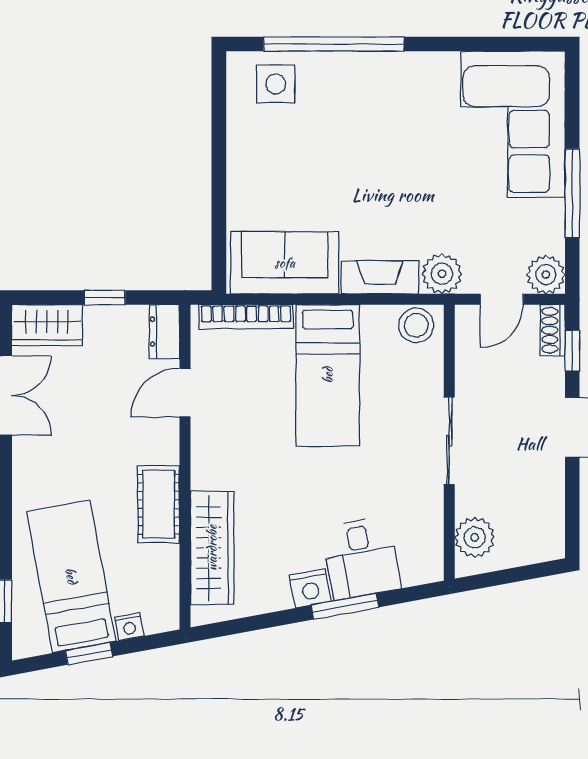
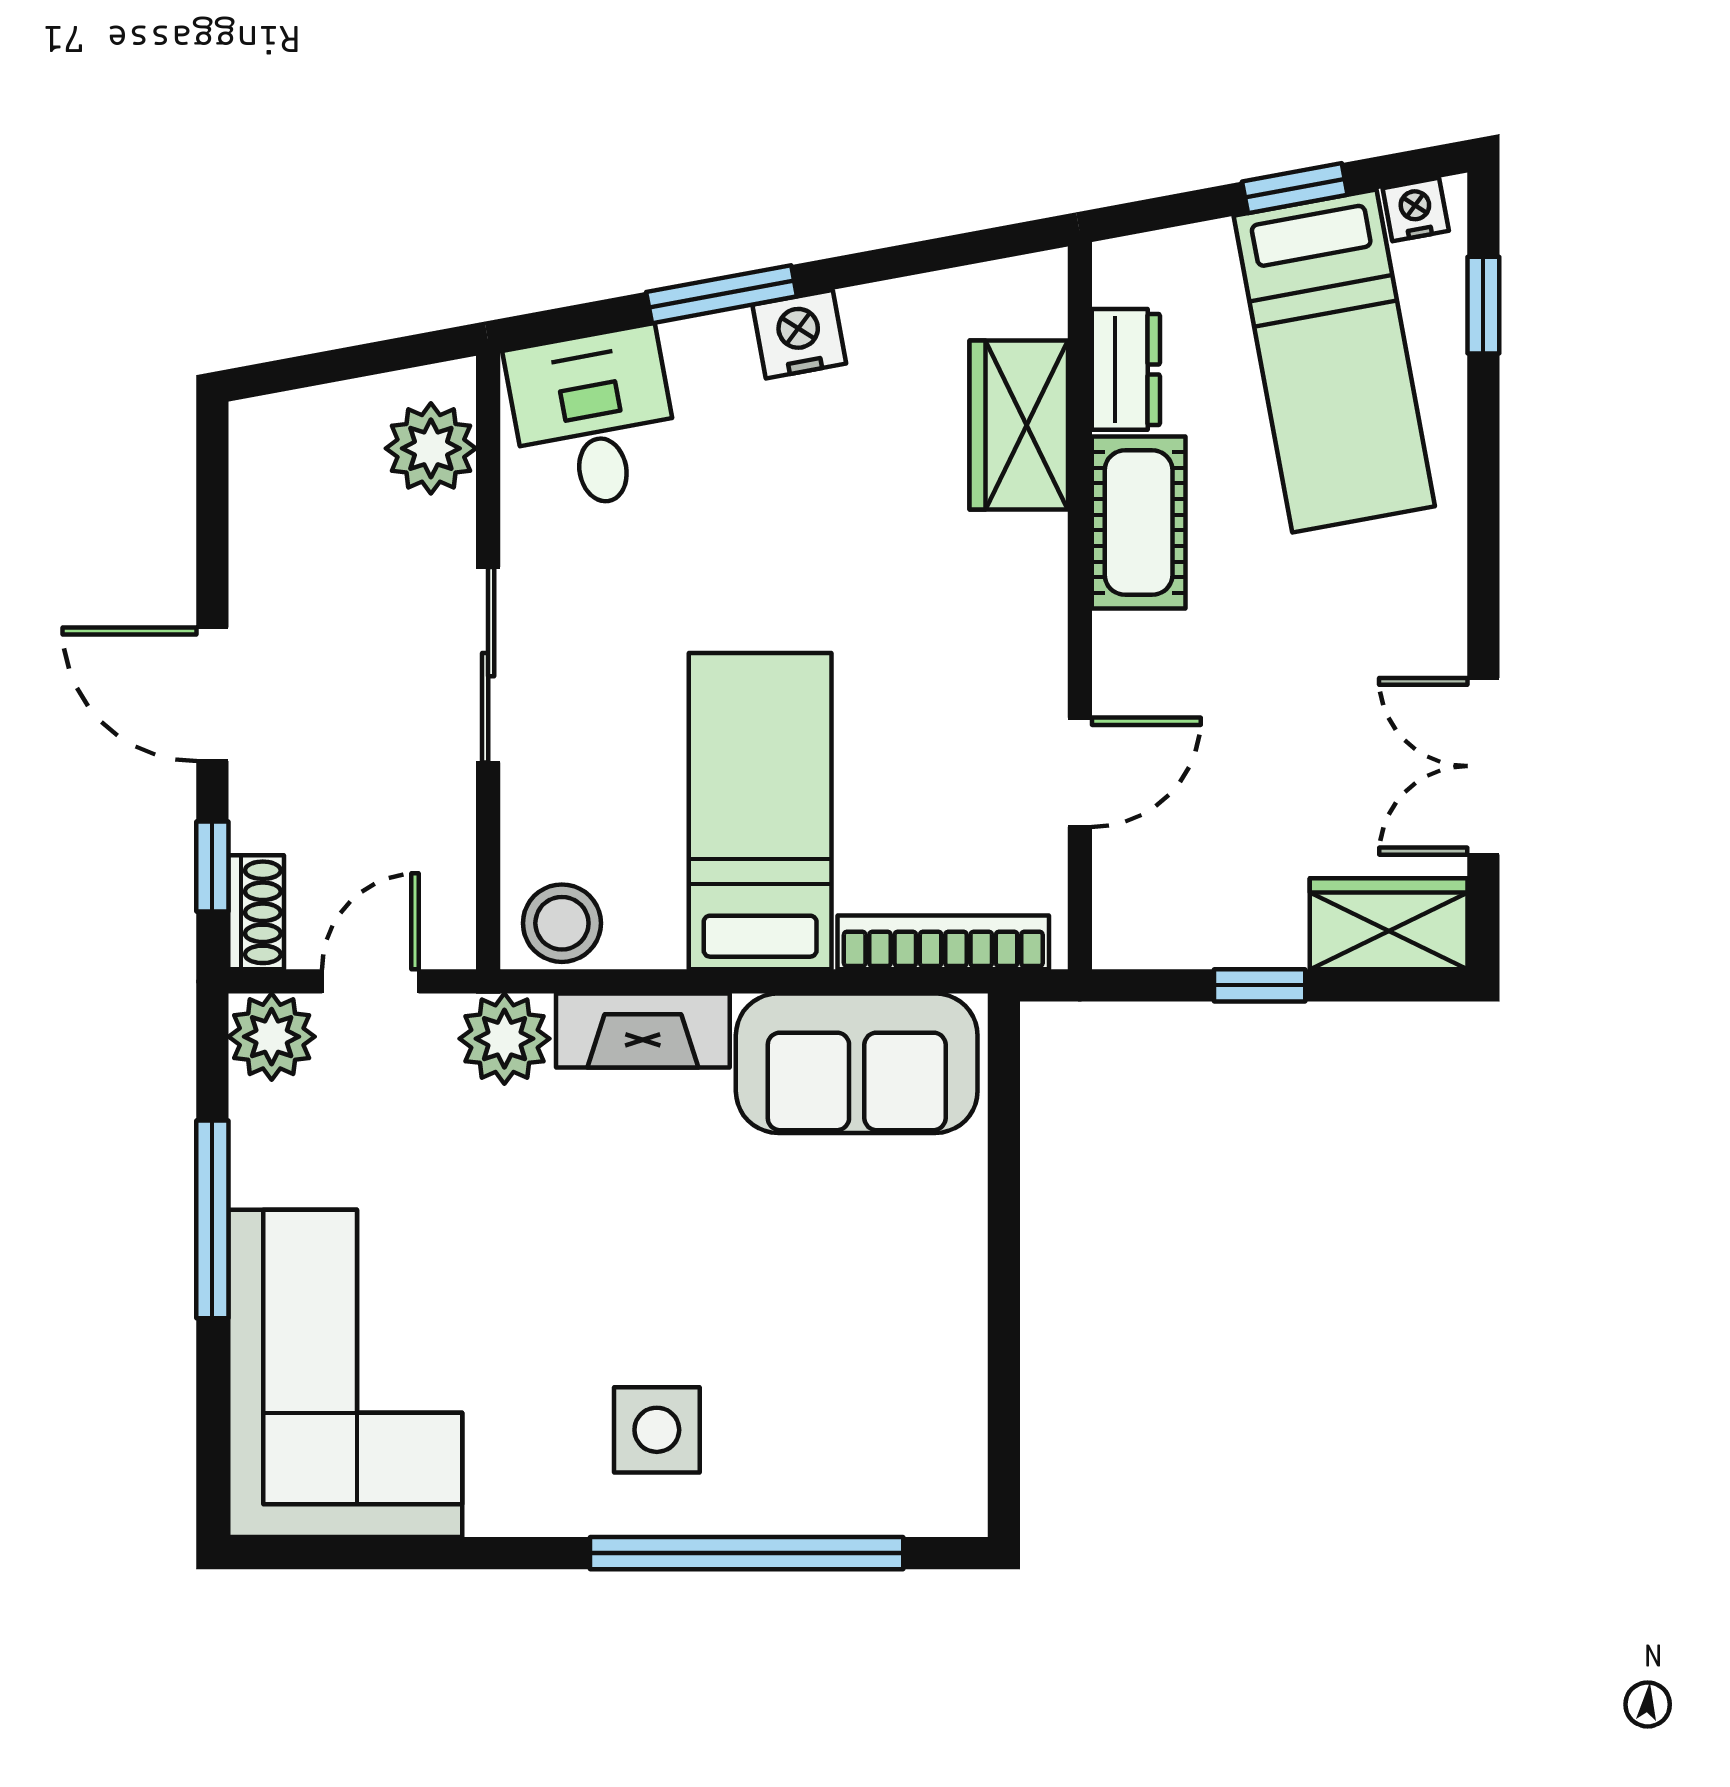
side table: (276, 84) -> (657, 1430), moved
dresser: (164, 332) -> (1126, 369), moved
wardrobe: (212, 548) -> (1019, 425), width x0.67
desk: (361, 558) -> (594, 419), moved
nightstand: (129, 627) -> (1416, 210), moved

